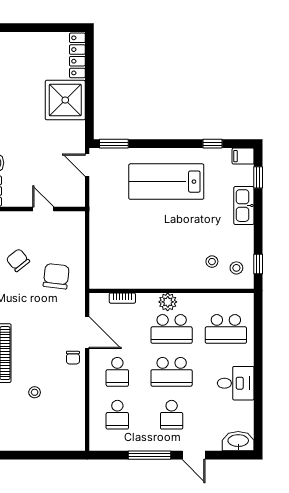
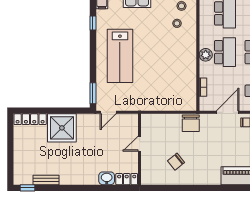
chair: (56, 276) -> (191, 123), moved, turned -97

